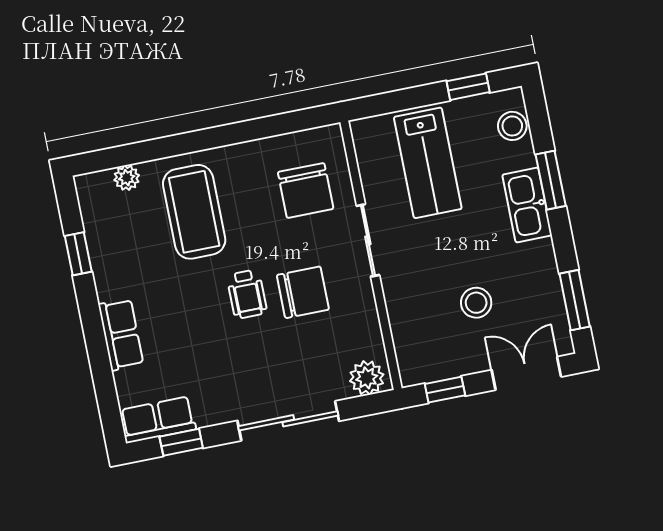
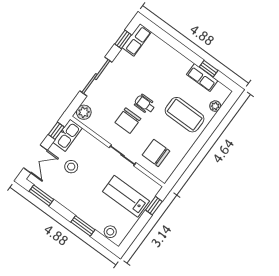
window: (468, 87) -> (154, 206), moved
kitchen sink: (527, 205) -> (68, 135), moved, turned 90
row of seats: (121, 334) -> (202, 78), moved

